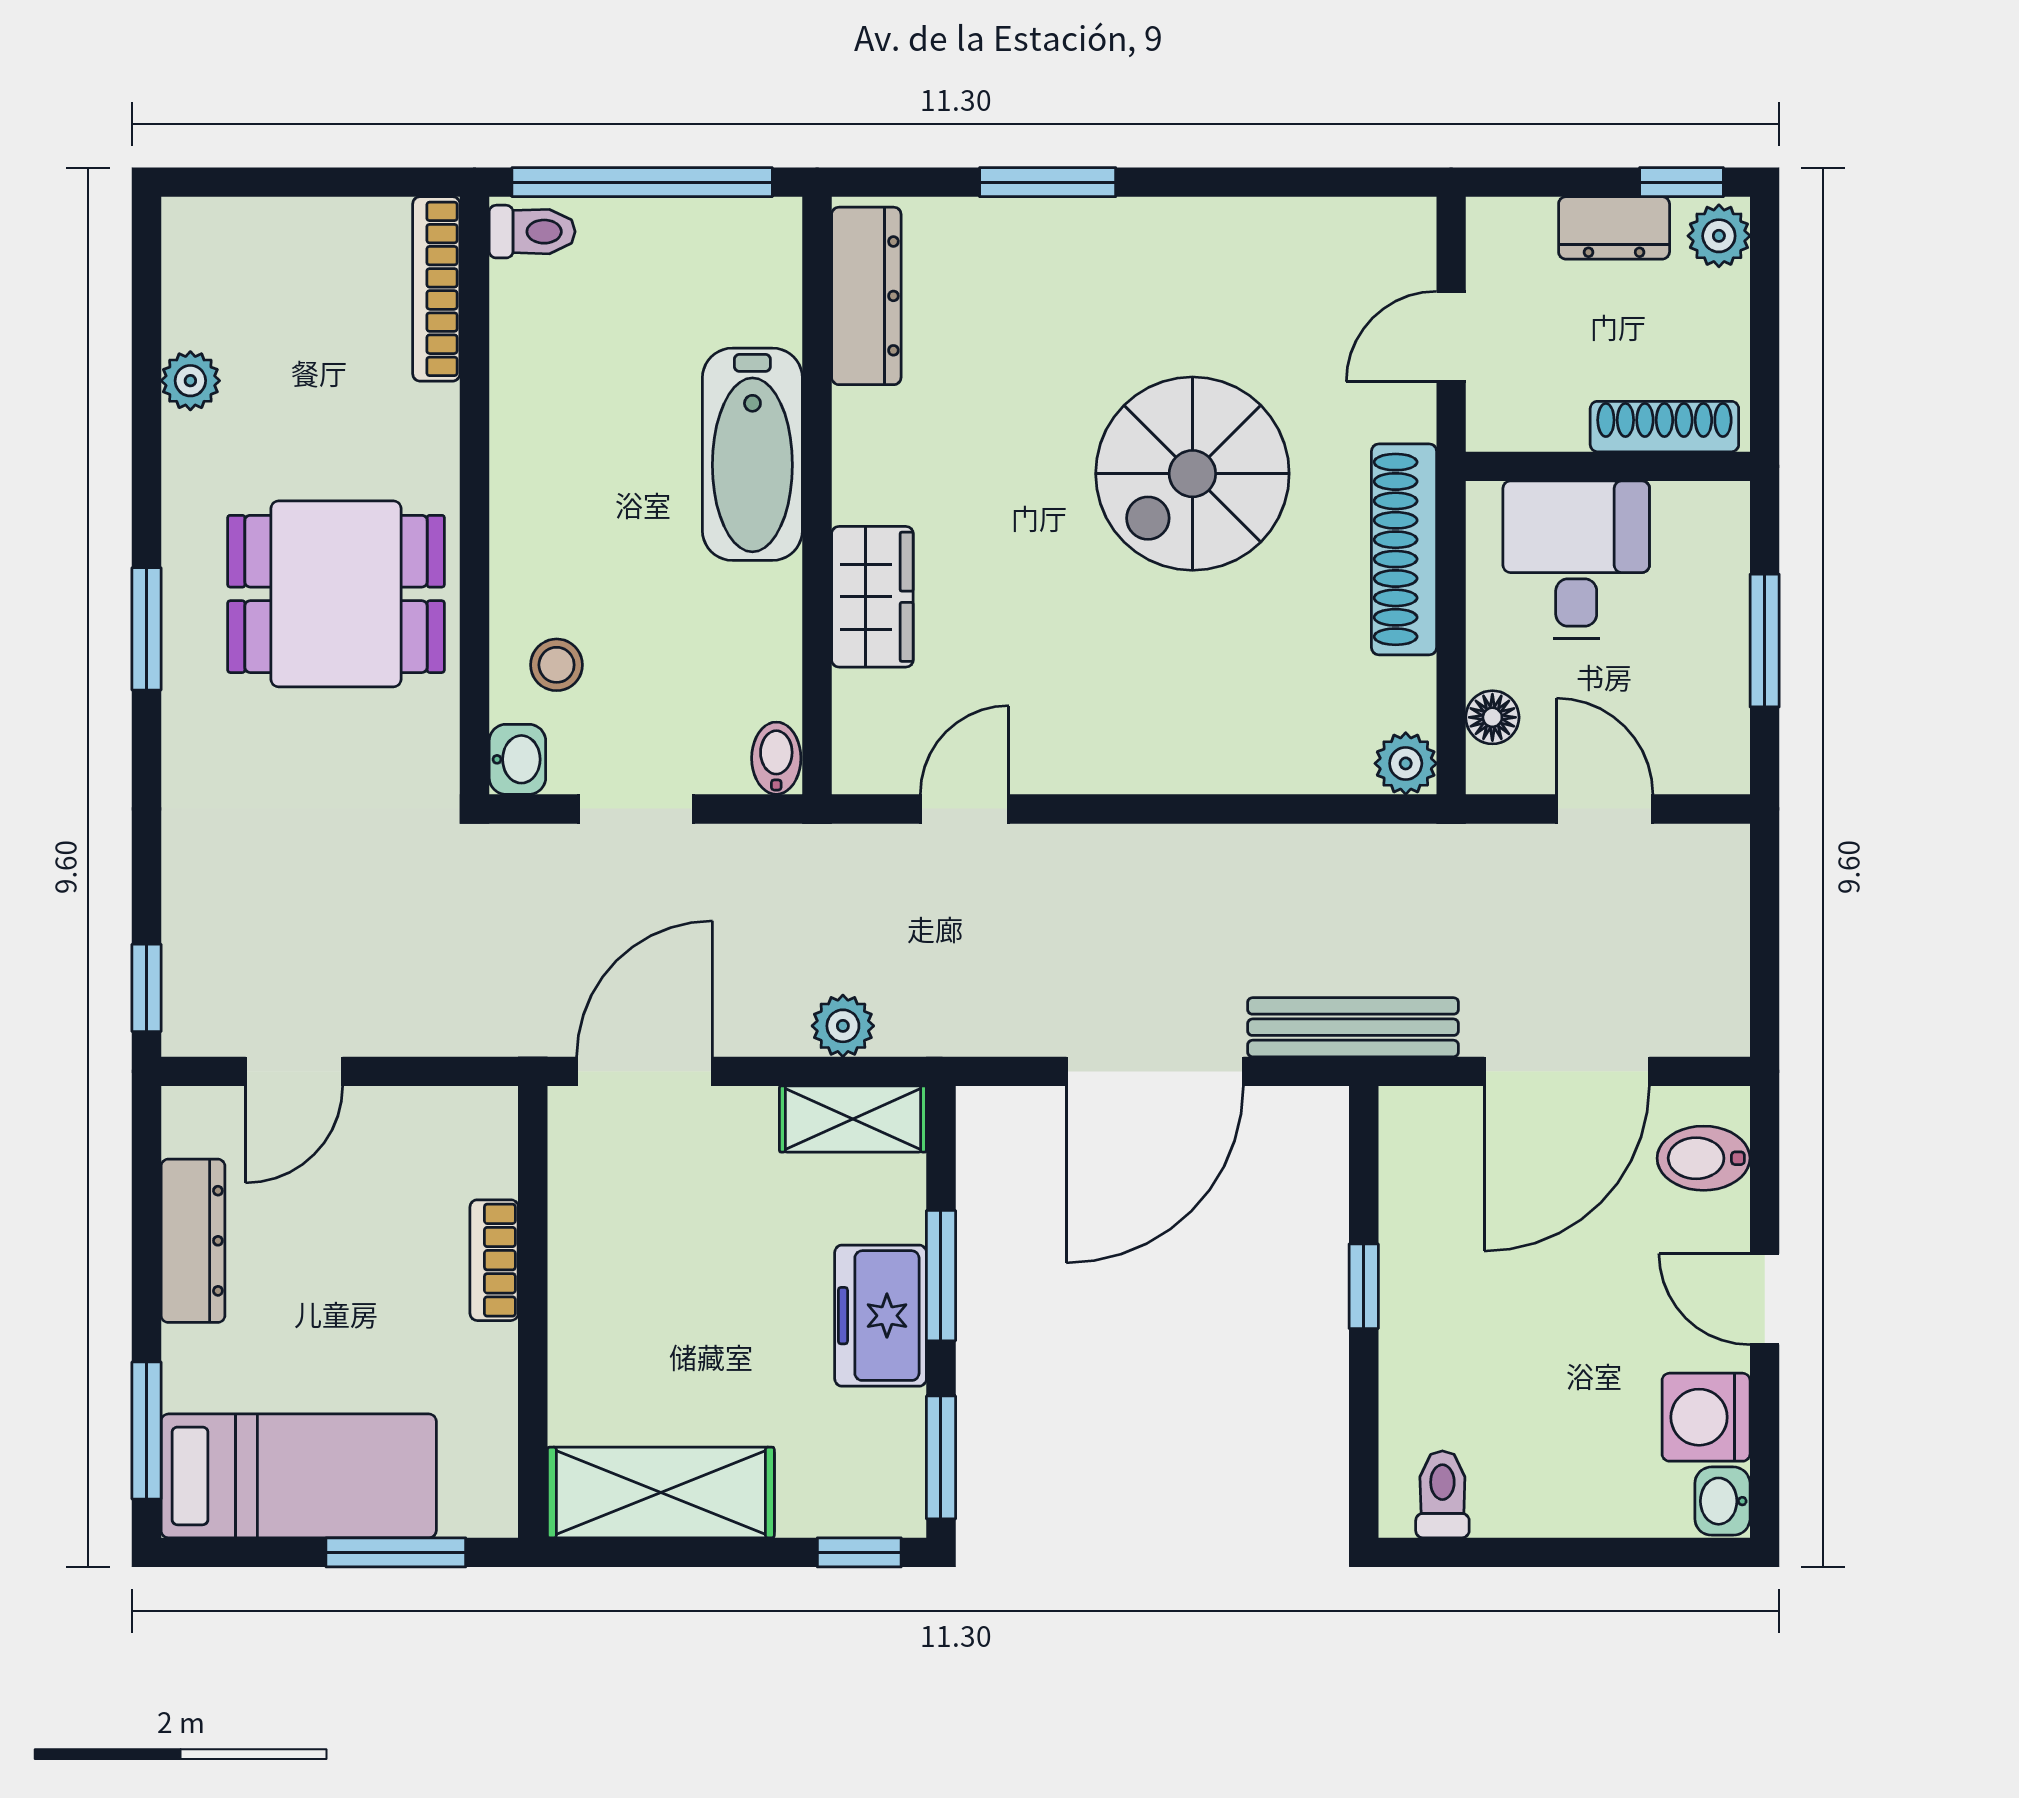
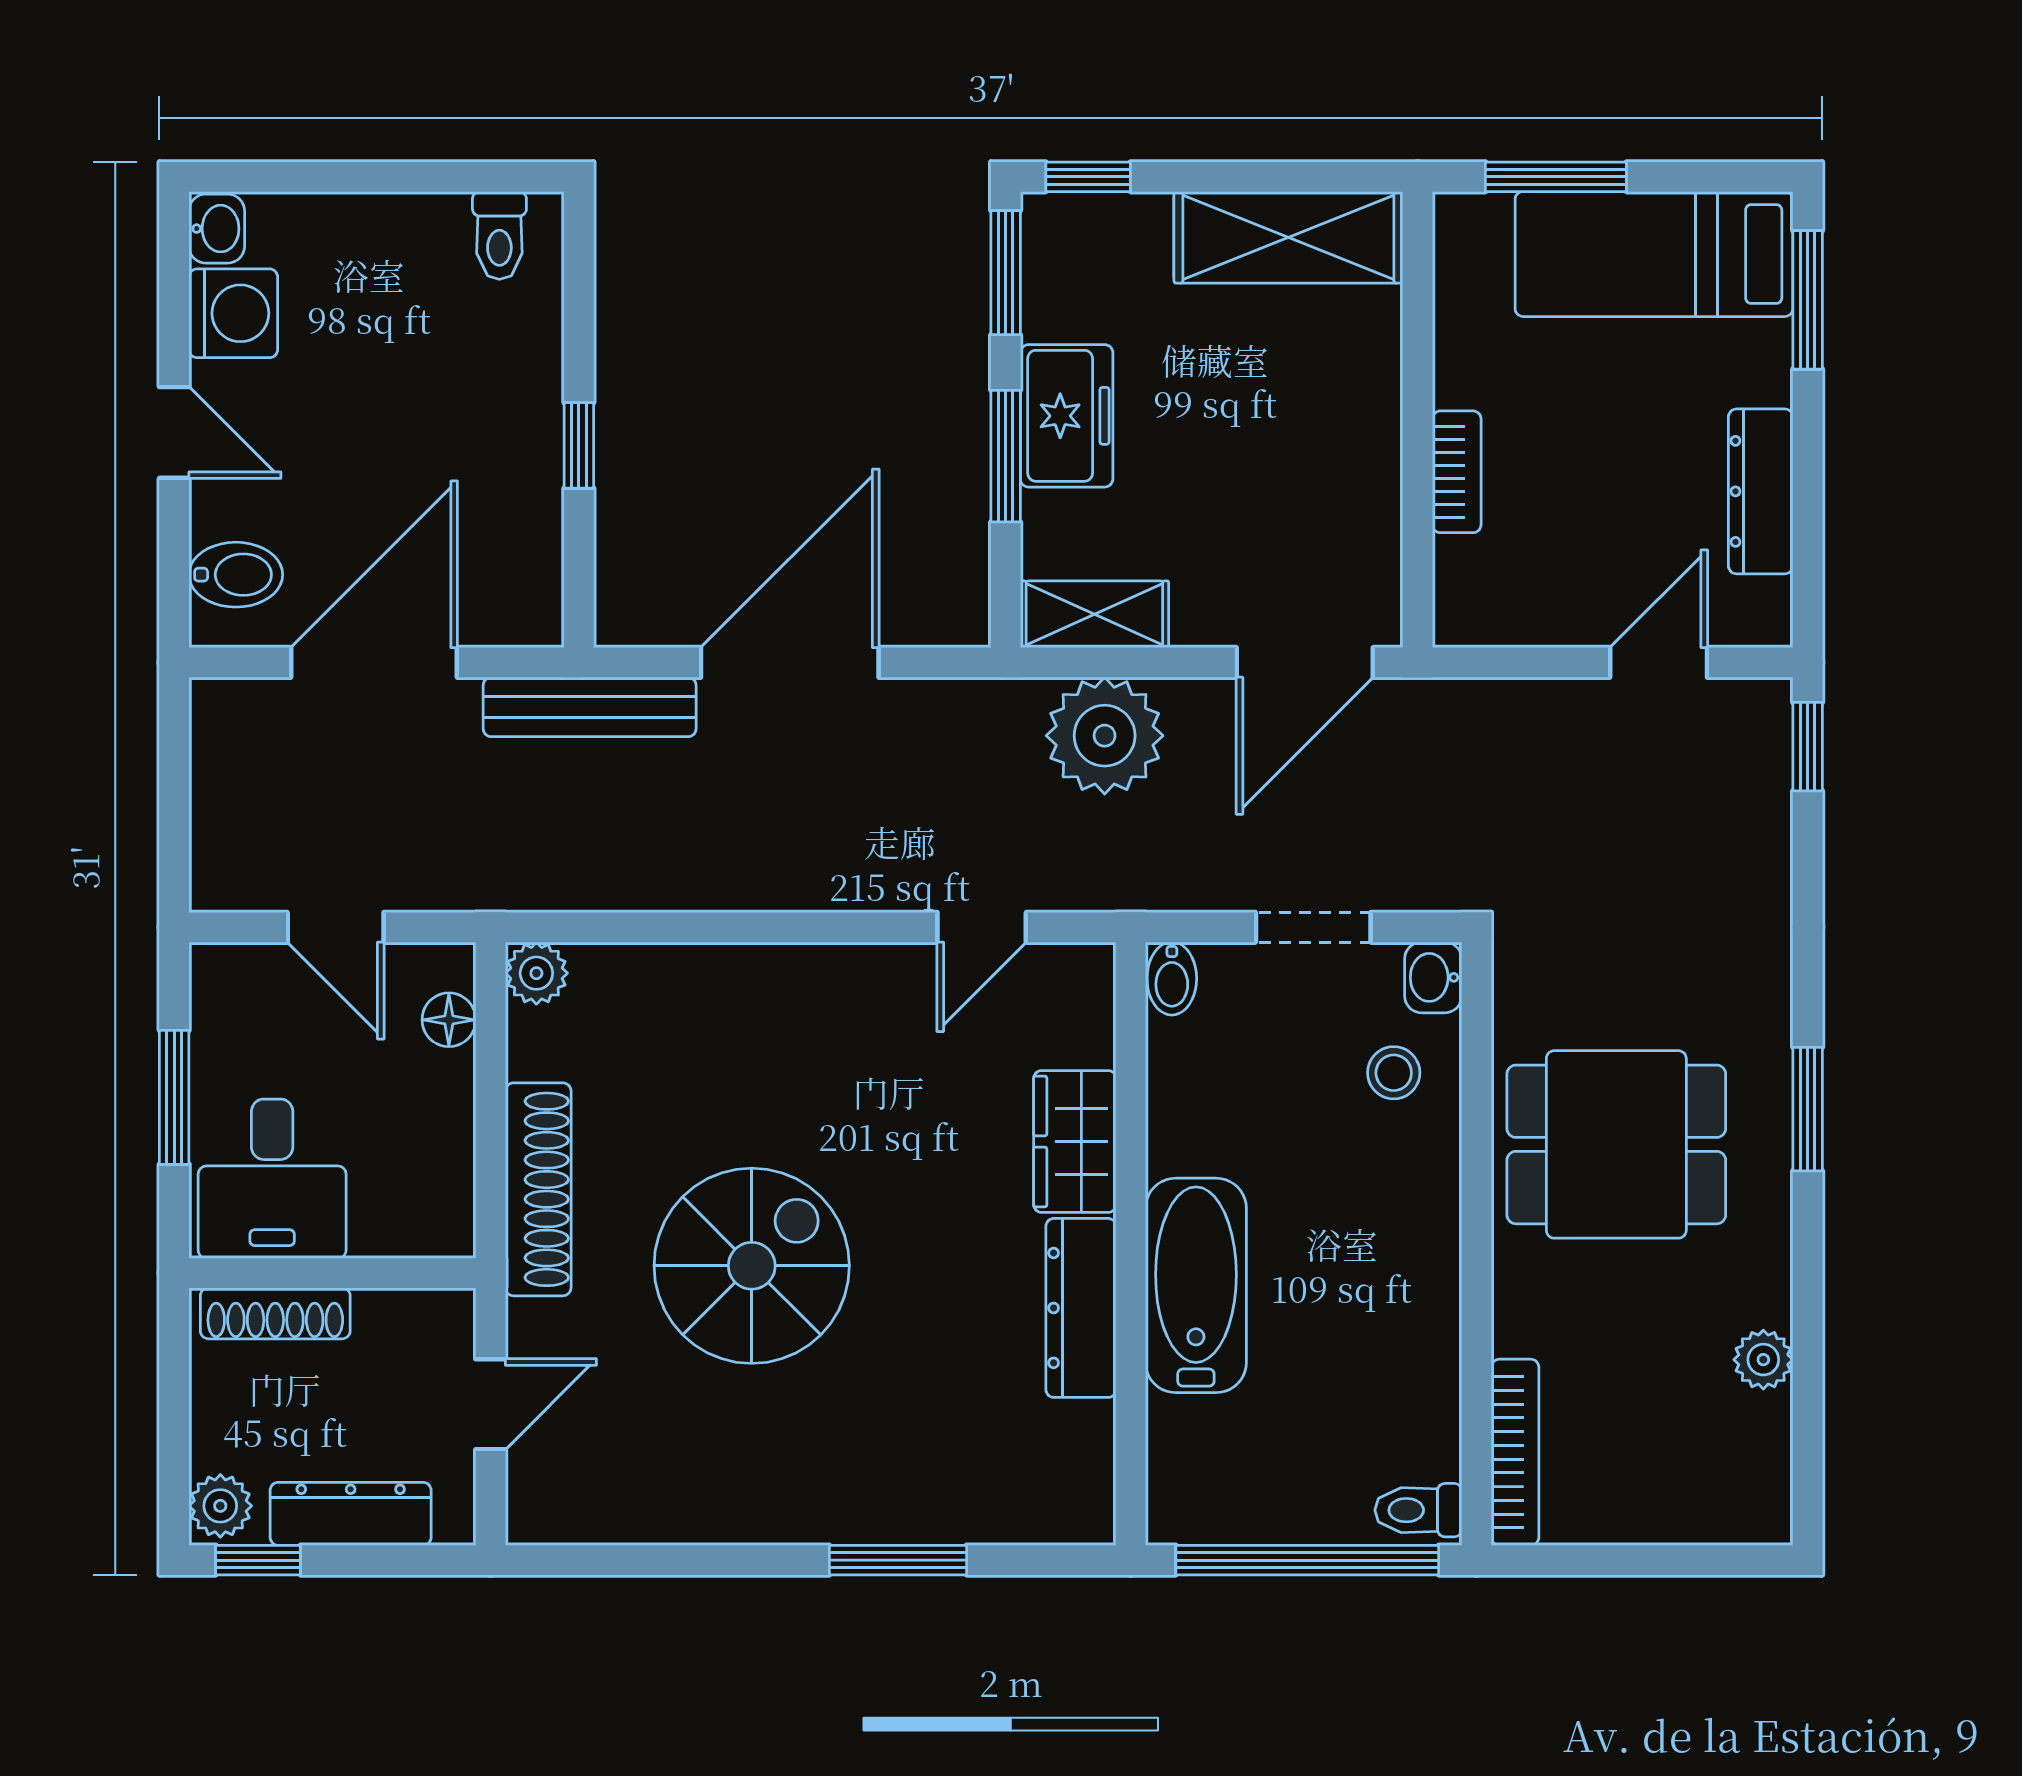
dresser: (1614, 228) -> (351, 1514), width x1.44
dresser: (866, 296) -> (1081, 1308), moved
desk: (1576, 560) -> (272, 1179), moved
plant: (843, 1026) -> (1105, 736), width x1.88, depth x1.88

